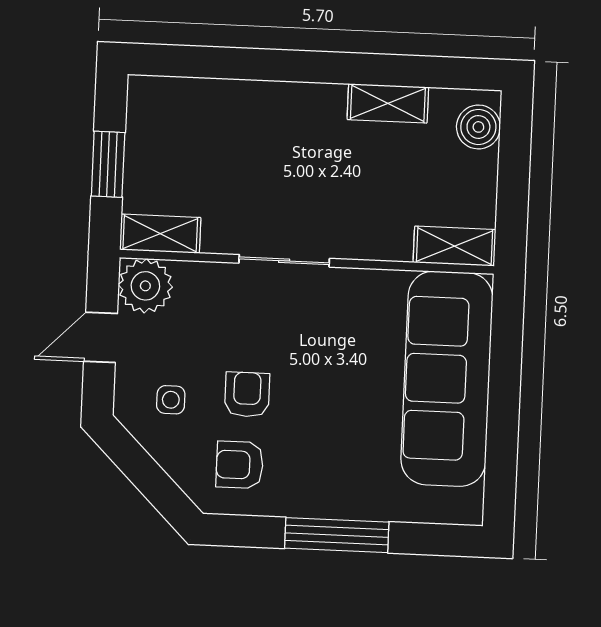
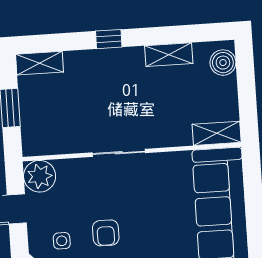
window: (289, 66) -> (109, 39), added
shelving: (160, 234) -> (39, 63), moved
armchair: (247, 395) -> (106, 233), turned 180

